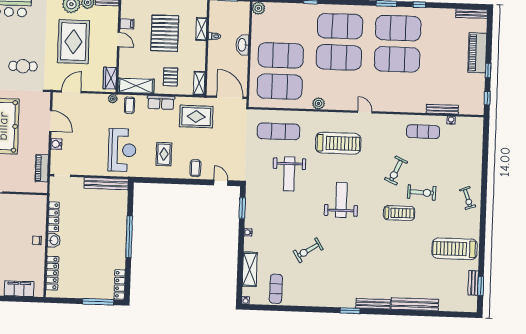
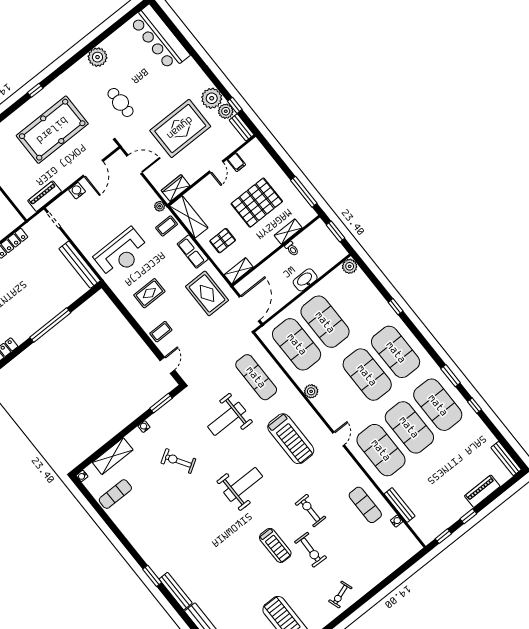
piano: (477, 53) -> (482, 491), width x0.73, depth x0.75
exercise mat: (396, 91) -> (381, 450), added
exercise bike: (396, 171) -> (310, 511), turned 66
exercise bike: (308, 250) -> (178, 461), moved

